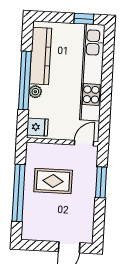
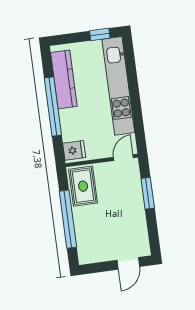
plant: (35, 92) -> (65, 116), removed
rug: (53, 181) -> (83, 186), moved, turned 90

